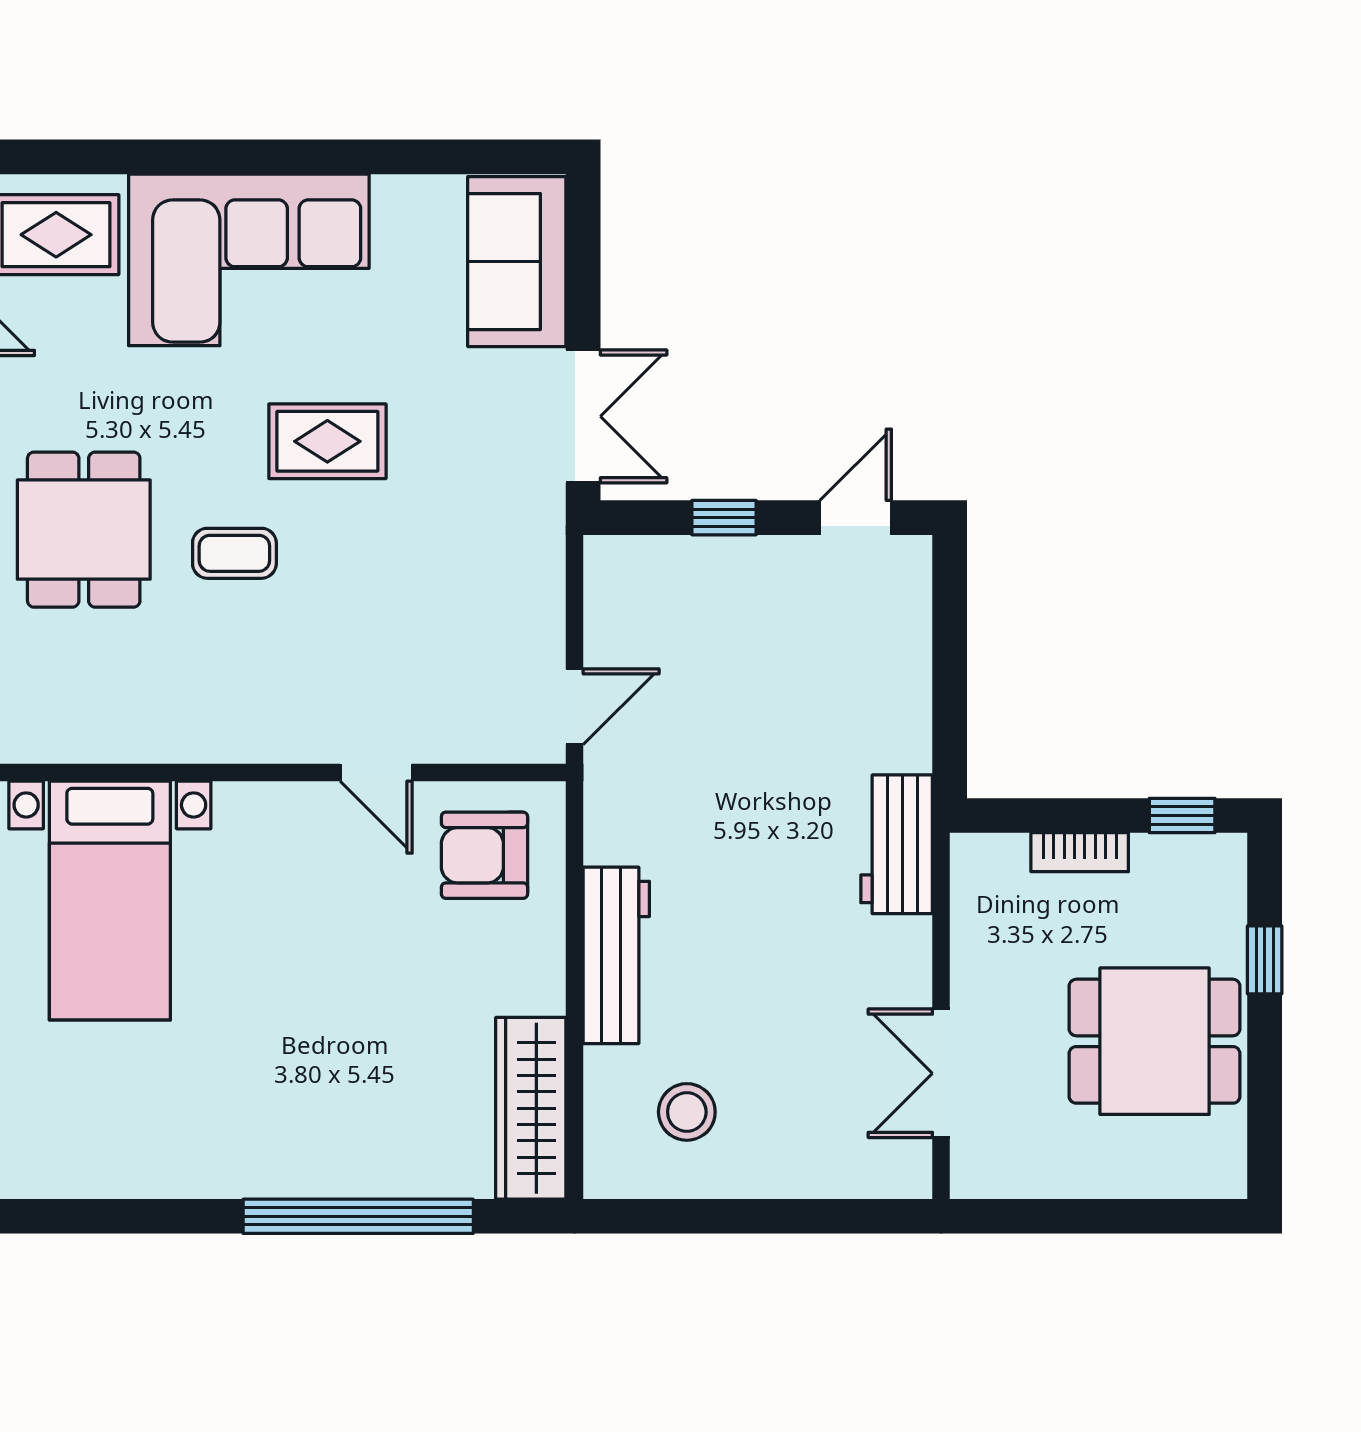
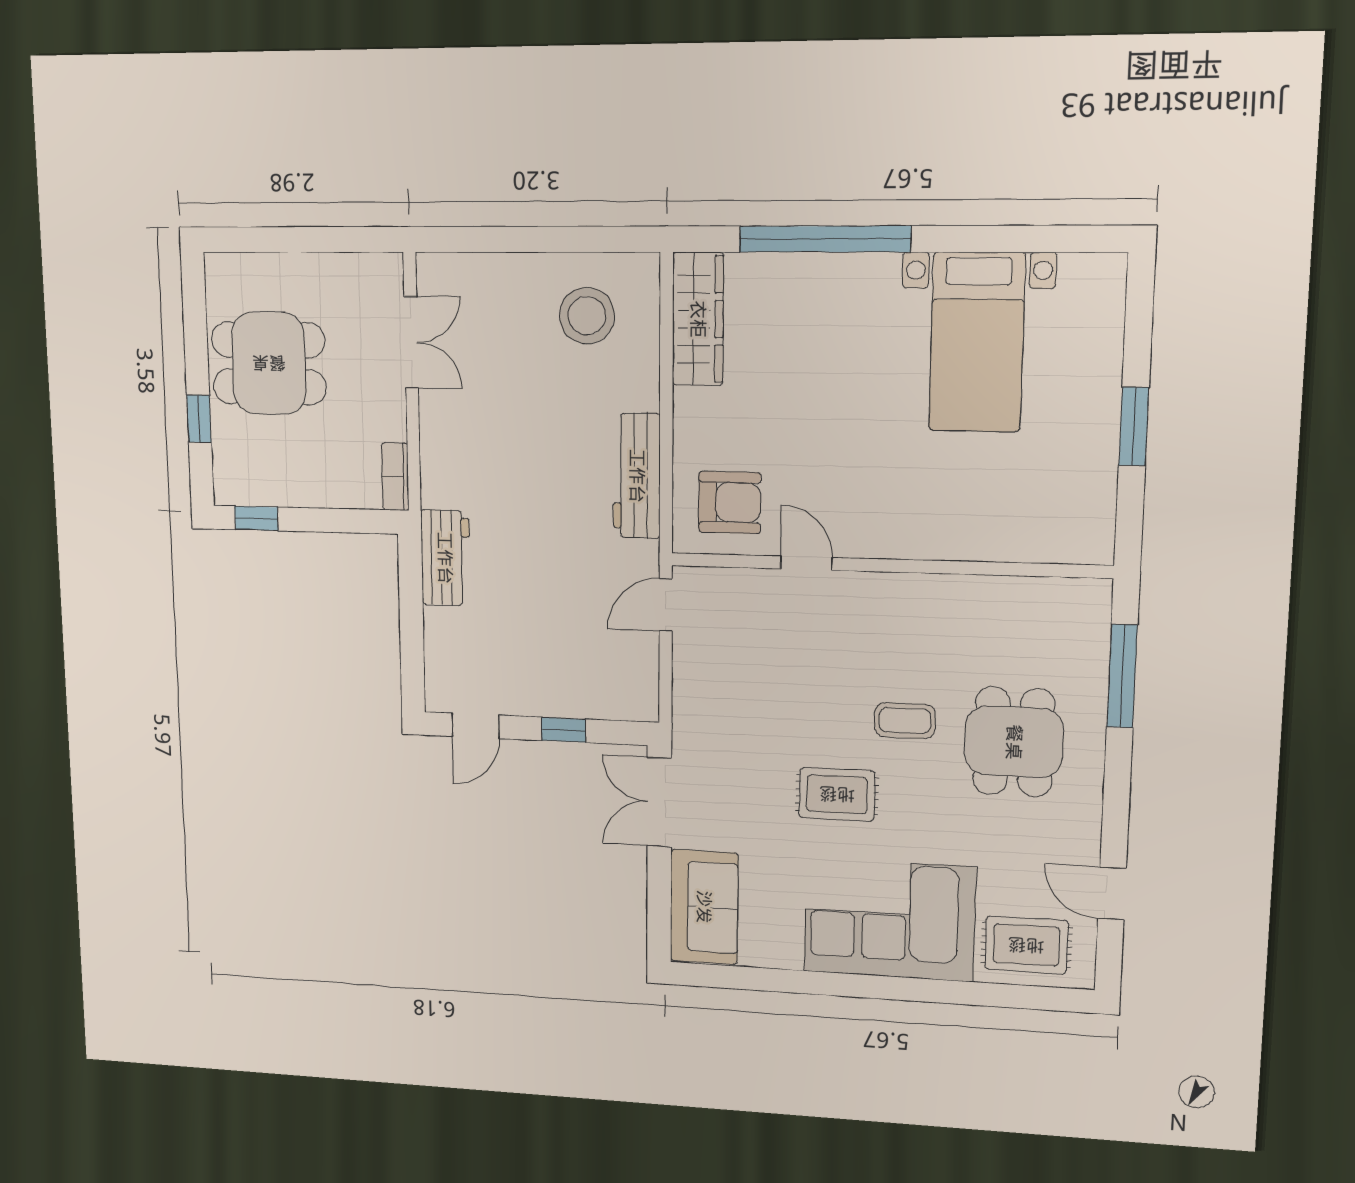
workbench: (897, 844) -> (445, 558), moved
bookcase: (1080, 852) -> (395, 477), moved, turned -90
bed with nightstands: (110, 900) -> (977, 342), moved, turned 180
workbench: (616, 955) -> (637, 476), moved
stool: (687, 1112) -> (587, 316), width x1.38, depth x1.38

